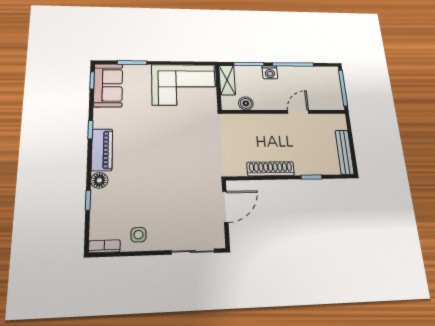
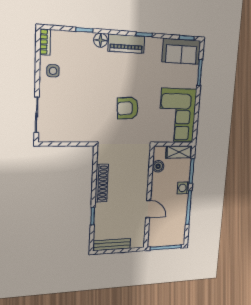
armchair: (178, 143) -> (128, 108), added
door: (225, 207) -> (72, 144), removed

